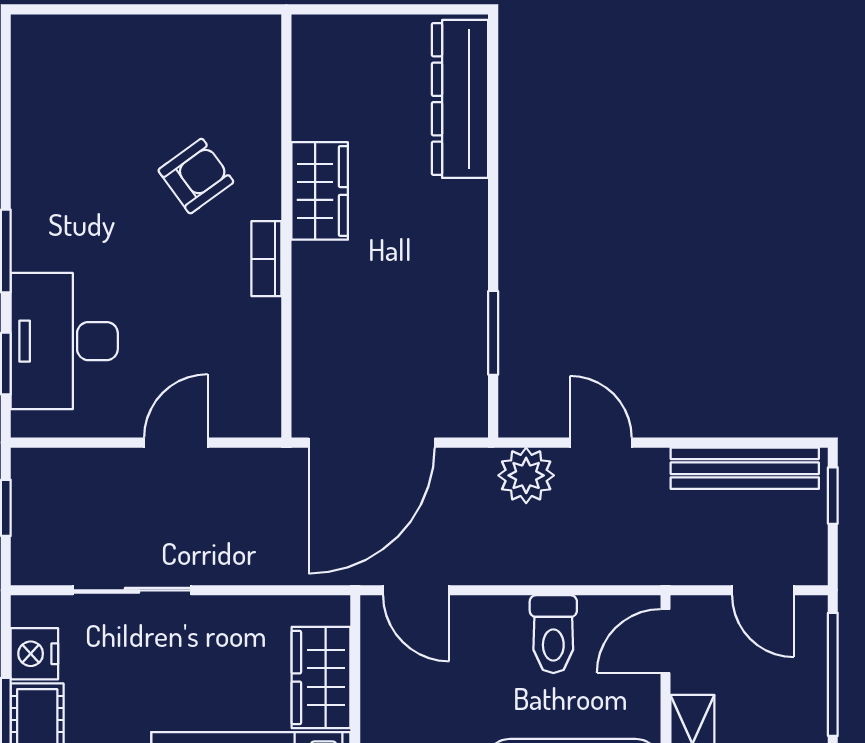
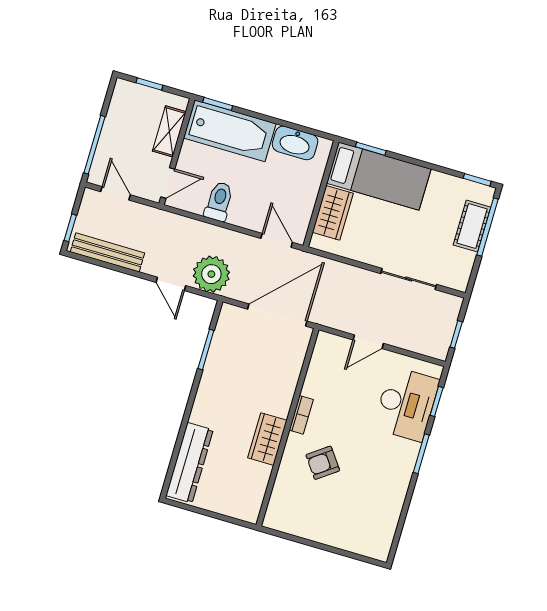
plant: (526, 475) -> (211, 274), width x1.36, depth x1.36
nightstand: (34, 654) -> (463, 263), removed

